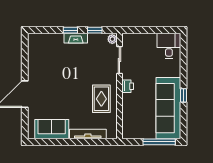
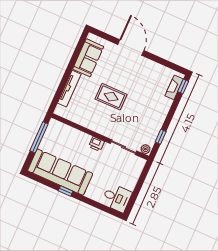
window: (70, 30) -> (183, 86), moved
fireplace: (76, 38) -> (174, 87), moved
rug: (101, 99) -> (111, 97), moved
window: (159, 142) -> (39, 137), moved

